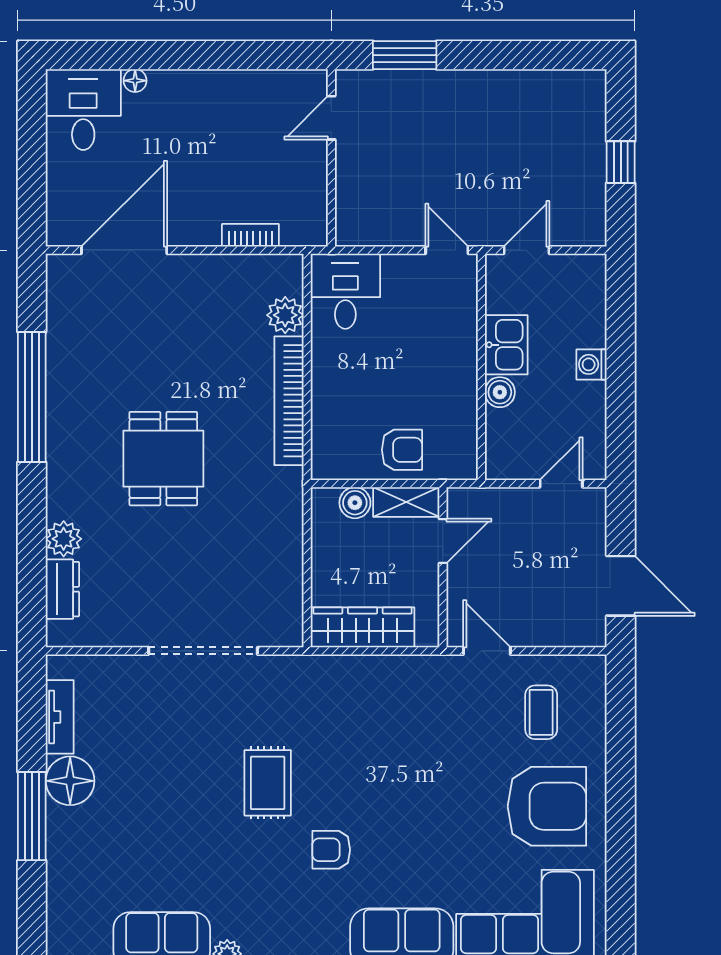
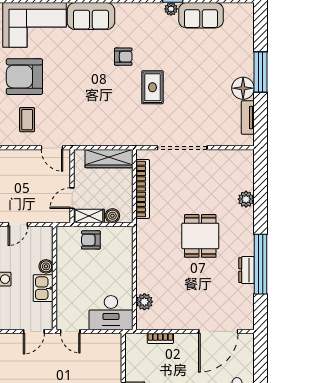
desk: (345, 291) -> (111, 313), width x1.37
bookcase: (289, 401) -> (143, 189), moved
dresser: (62, 589) -> (247, 270), moved

